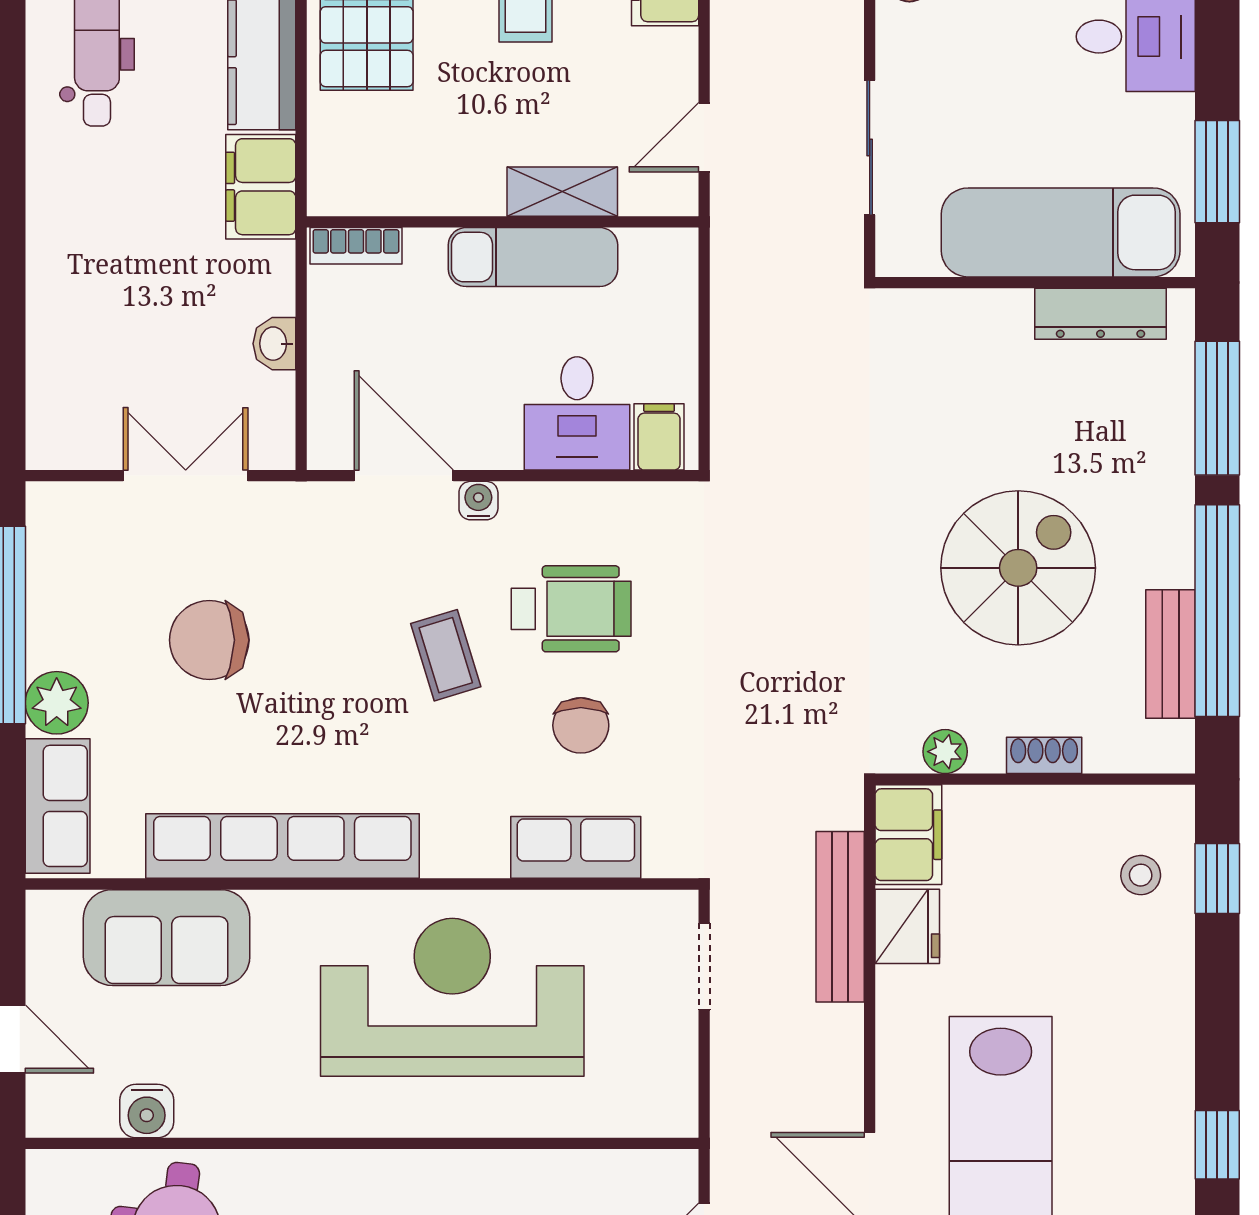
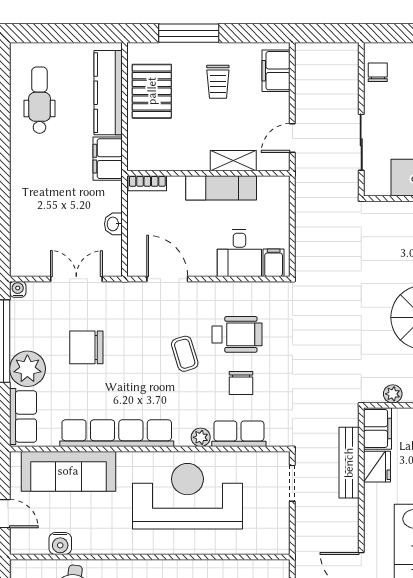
water cooler: (478, 501) -> (18, 289), moved
plant: (57, 703) -> (27, 369), width x1.36, depth x1.36
plant: (484, 856) -> (201, 437), added
sofa: (167, 938) -> (68, 471), width x1.36

